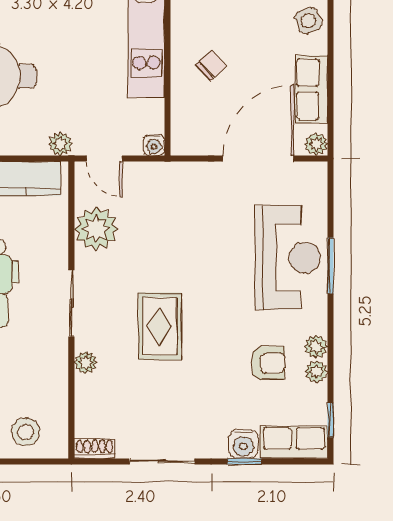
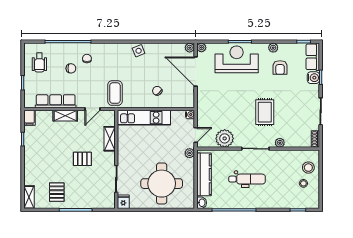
row of seats: (311, 89) -> (167, 50), removed
rug: (160, 326) -> (265, 112), turned 90
armchair: (268, 363) -> (280, 68), turned 180
plant: (316, 372) -> (201, 47), moved

